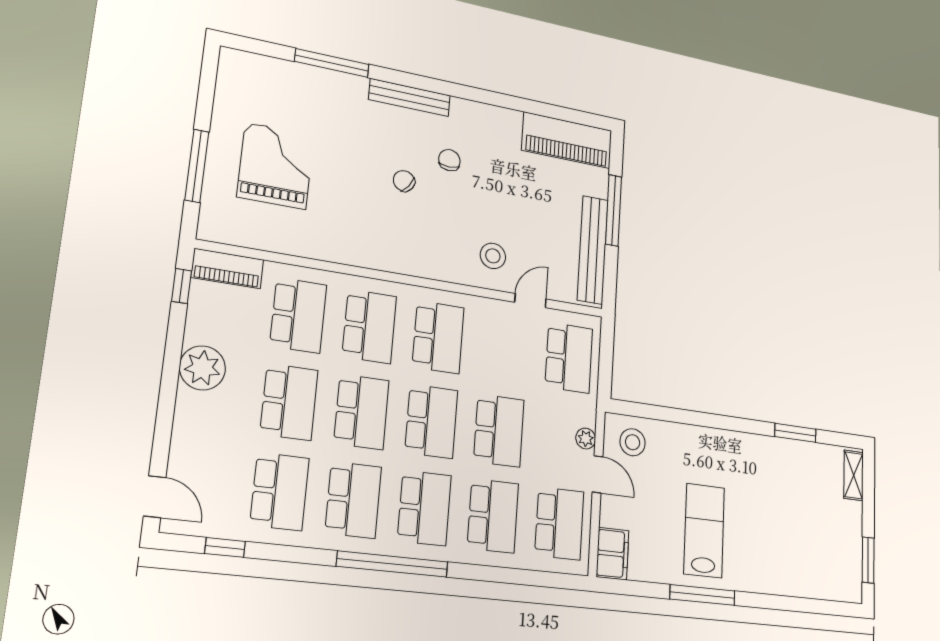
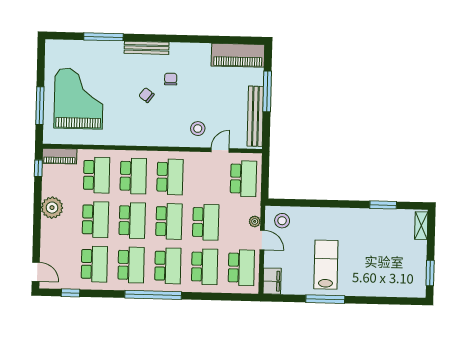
grand piano: (276, 166) -> (79, 99), width x1.37, depth x1.48

